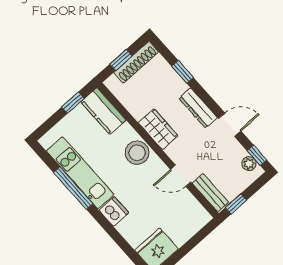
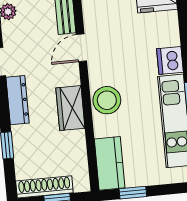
door: (181, 176) -> (81, 48), swing flipped

